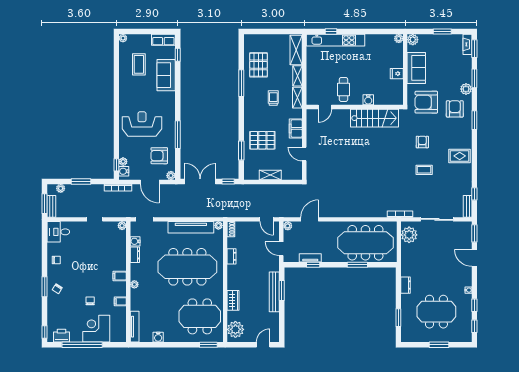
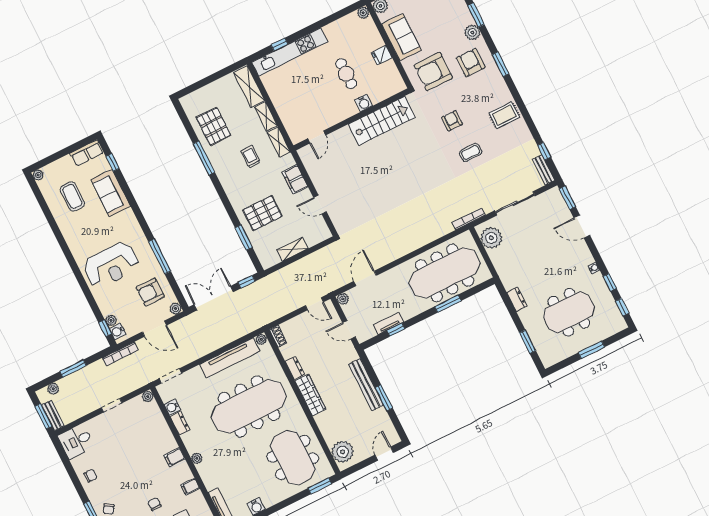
cafe table: (343, 89) -> (346, 74), moved
reception desk: (142, 124) -> (111, 265), turned 180
window: (282, 290) -> (384, 398), moved
wardrobe: (233, 300) -> (310, 395), moved, width x1.50
meeting table: (200, 316) -> (293, 458), turned 90

